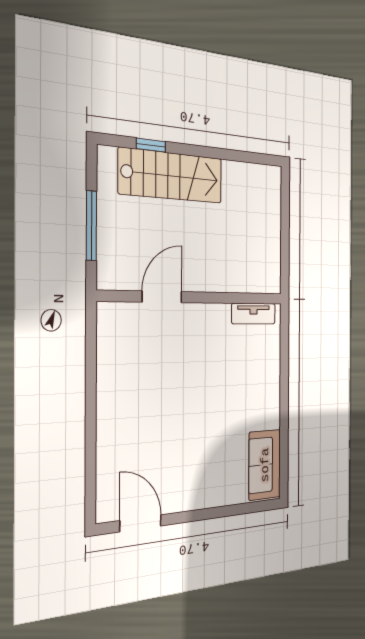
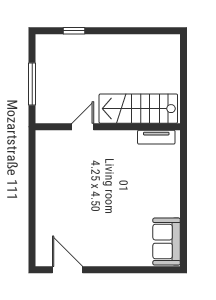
stairs: (171, 176) -> (138, 109), moved, turned 180
door: (162, 297) -> (83, 127), width x0.73

